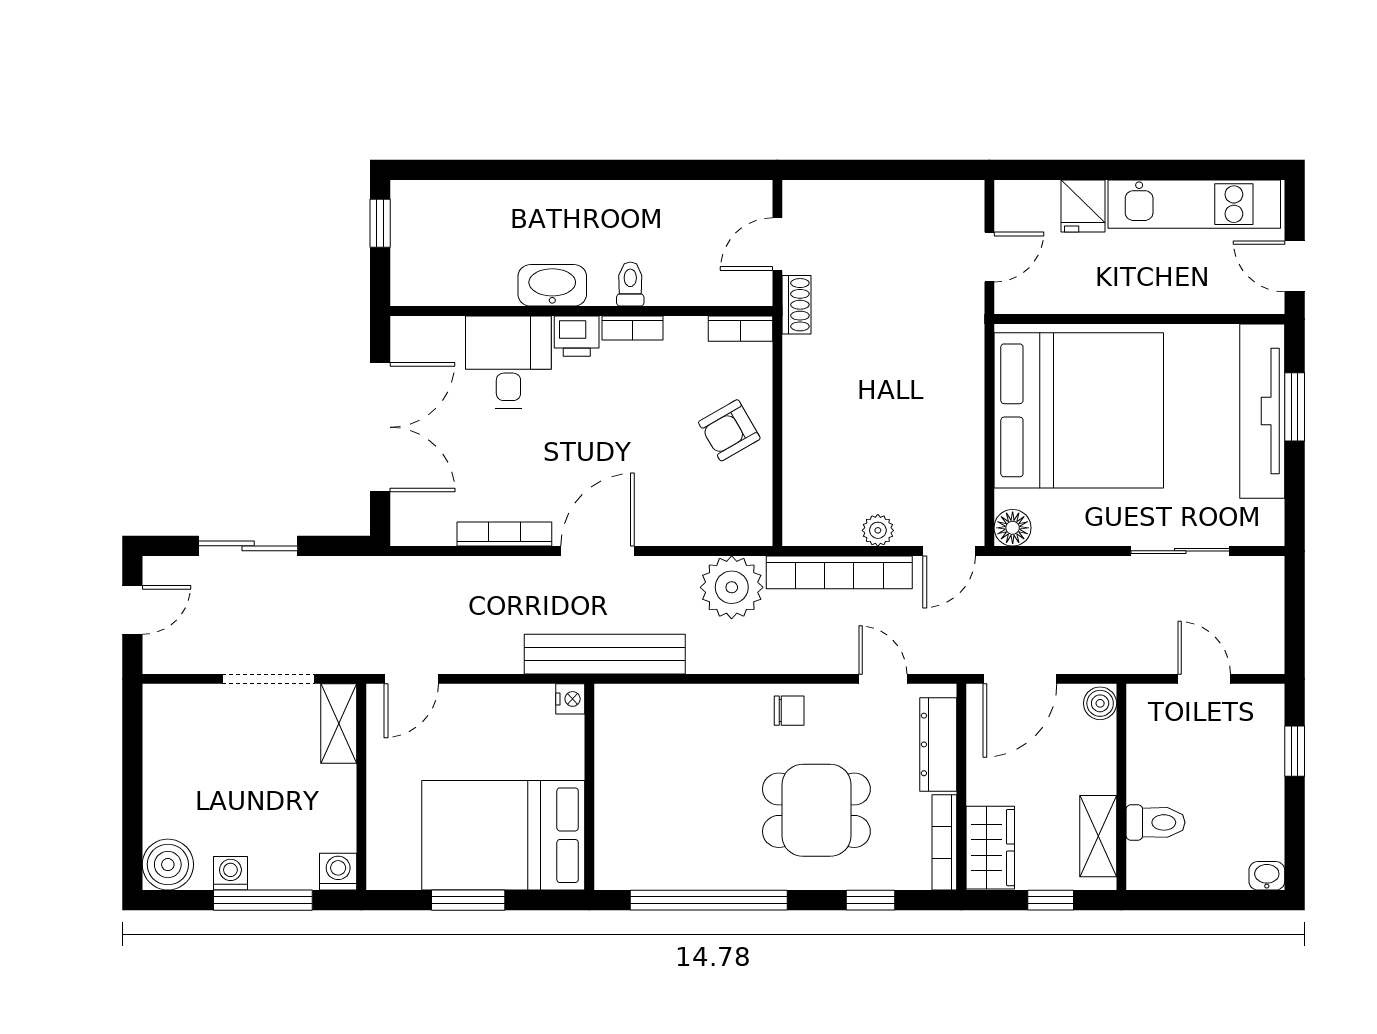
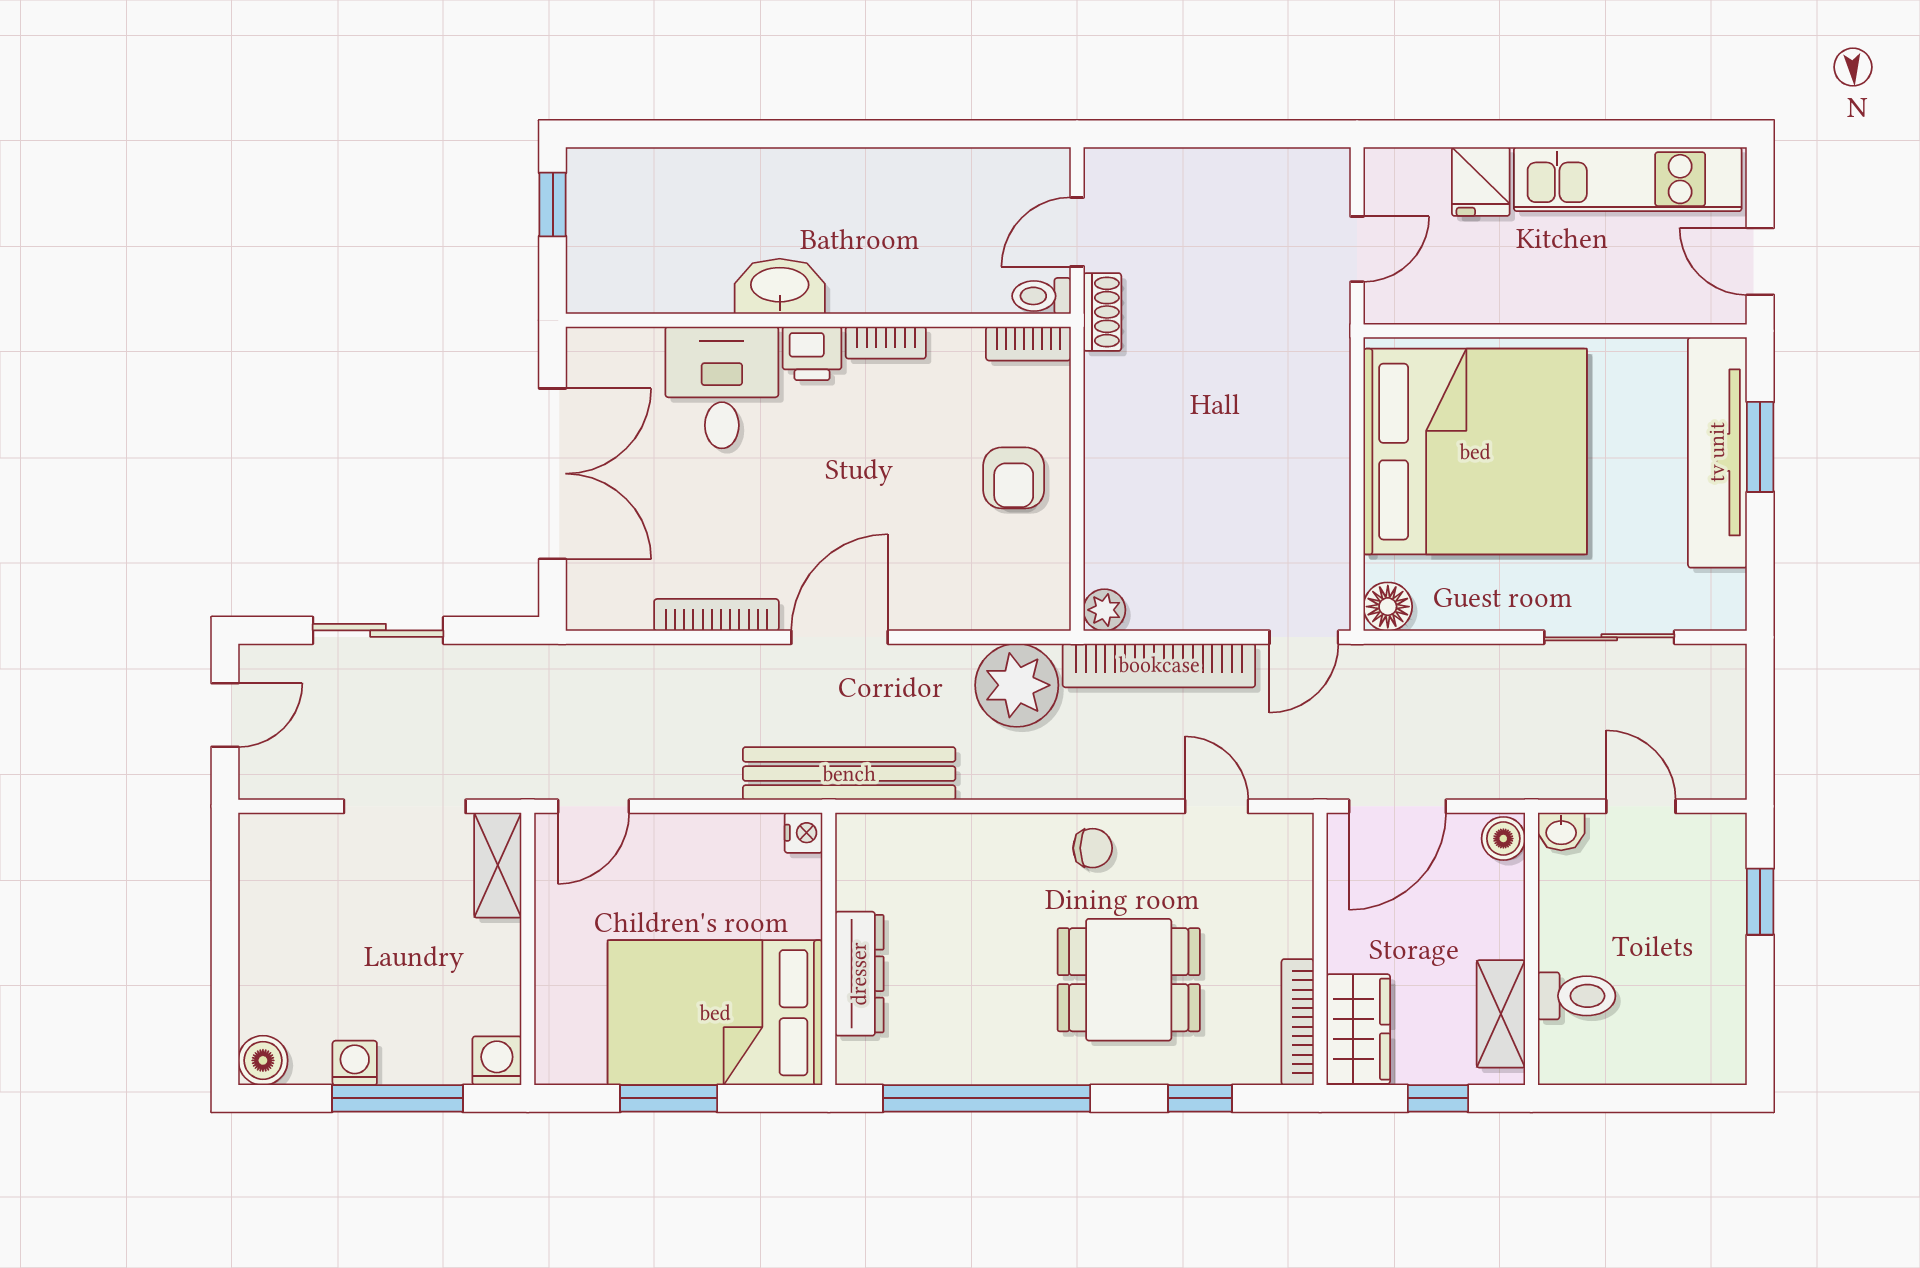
toilet: (630, 284) -> (1041, 296), moved, turned -90
armchair: (729, 430) -> (1014, 478), turned -60
plant: (878, 530) -> (1104, 610), moved
dresser: (938, 744) -> (859, 974), moved, turned 180
boiler: (168, 865) -> (263, 1060), width x0.73, depth x0.73
washbasin: (1267, 876) -> (1561, 832), moved, turned 180

